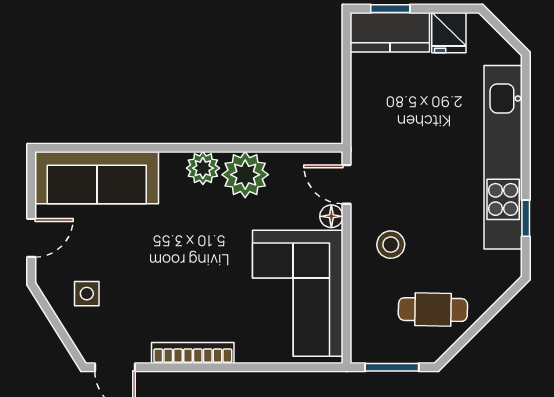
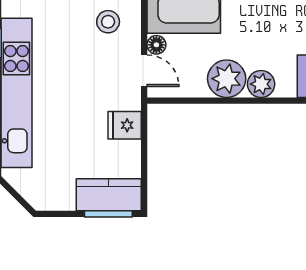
window: (390, 9) -> (108, 214), width x1.50
fridge: (449, 33) -> (125, 125), moved, turned -90

